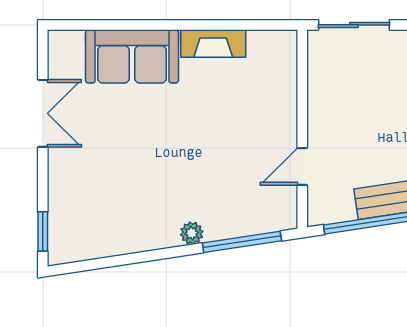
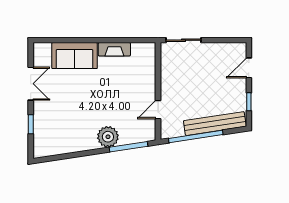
window: (43, 231) -> (31, 124), moved
plant: (192, 233) -> (108, 137), width x1.88, depth x1.88

